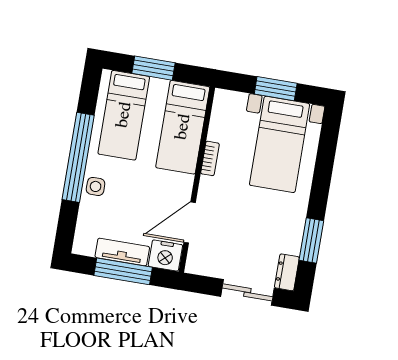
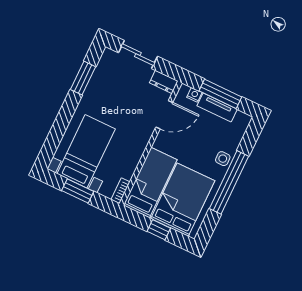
window: (154, 68) -> (159, 230), width x0.67
bed: (124, 115) -> (183, 200), width x1.50
bookcase: (210, 158) -> (121, 191), moved
nightstand: (165, 256) -> (194, 95), width x0.53, depth x0.56
dresser: (287, 272) -> (164, 82), moved, turned 90

